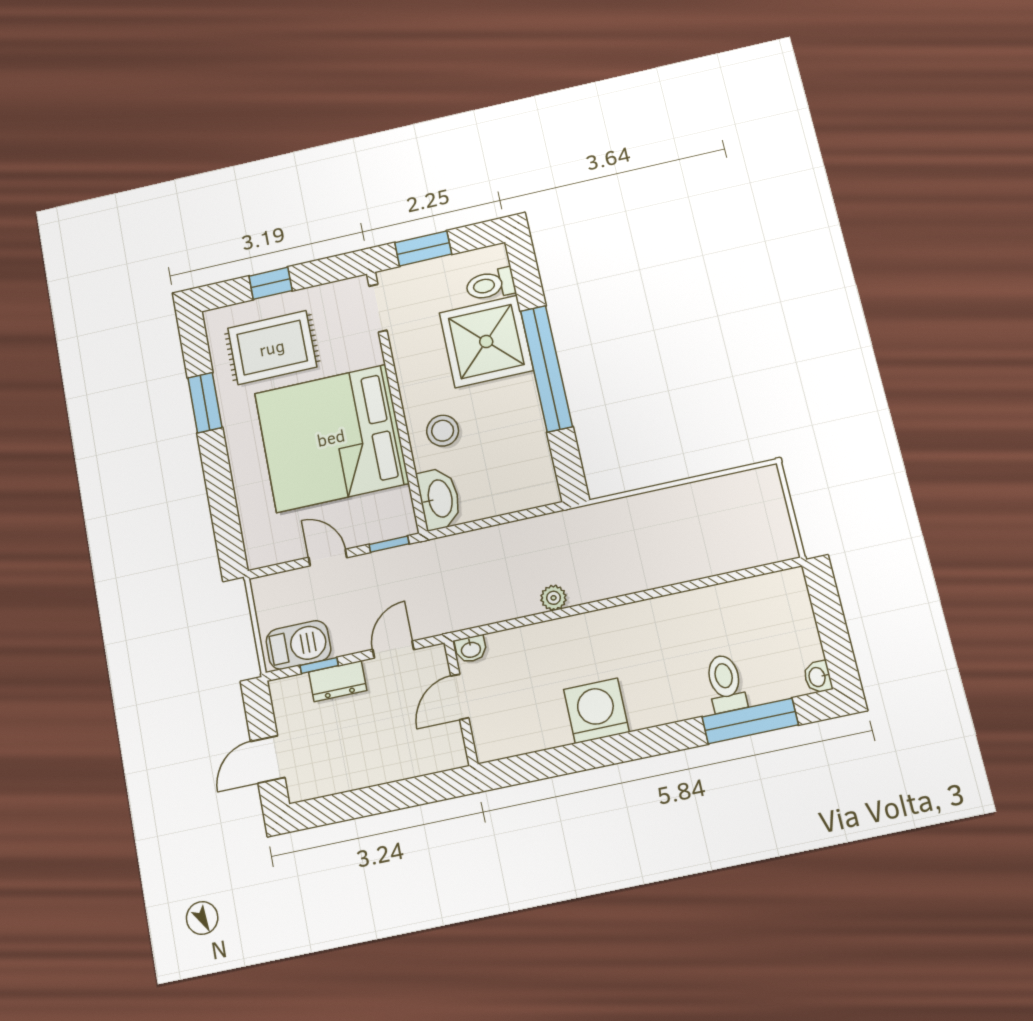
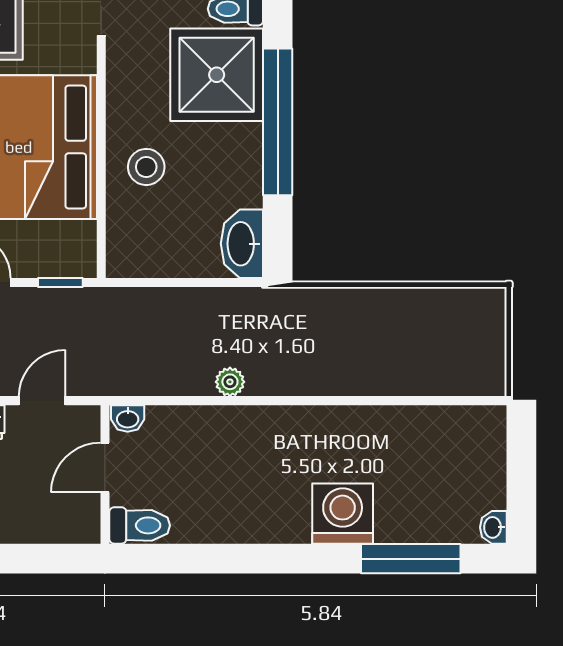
washbasin: (439, 499) -> (242, 244), moved, turned 180
toilet: (725, 683) -> (140, 525), moved, turned 90
washing machine: (596, 711) -> (343, 514), moved

